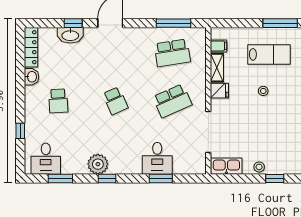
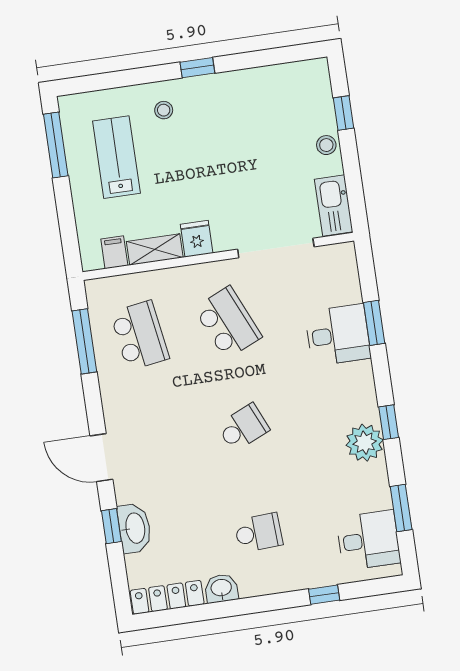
stool: (263, 91) -> (164, 110), moved

